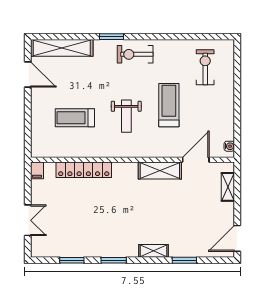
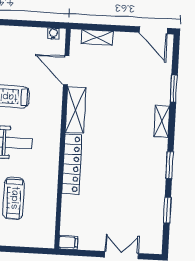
locker: (84, 170) -> (72, 164), moved

